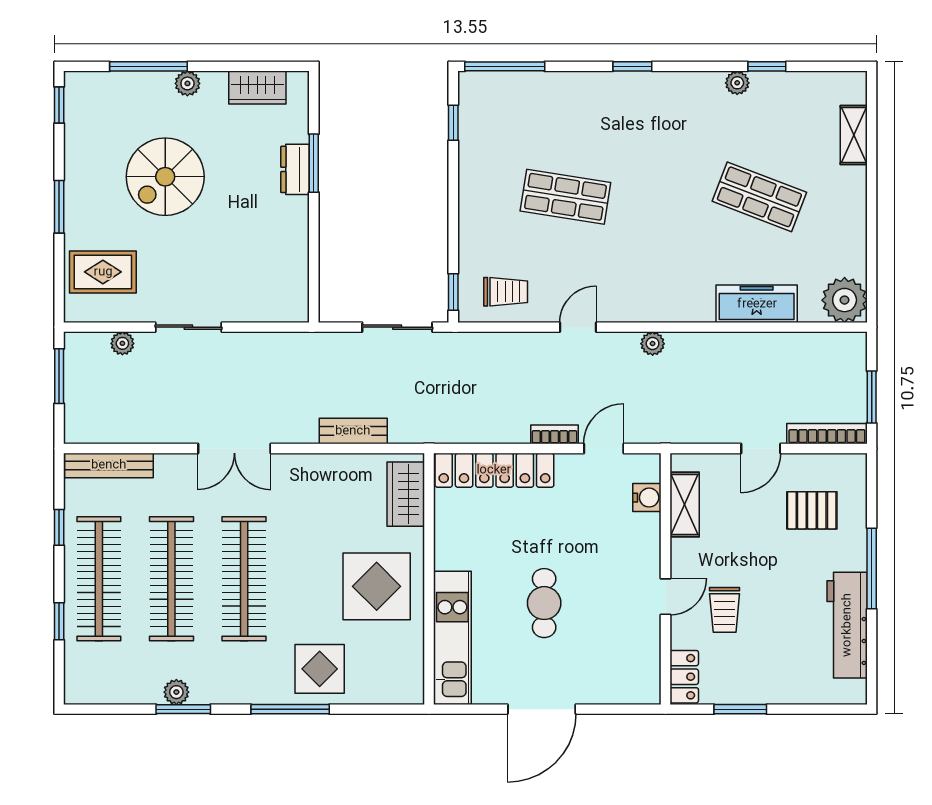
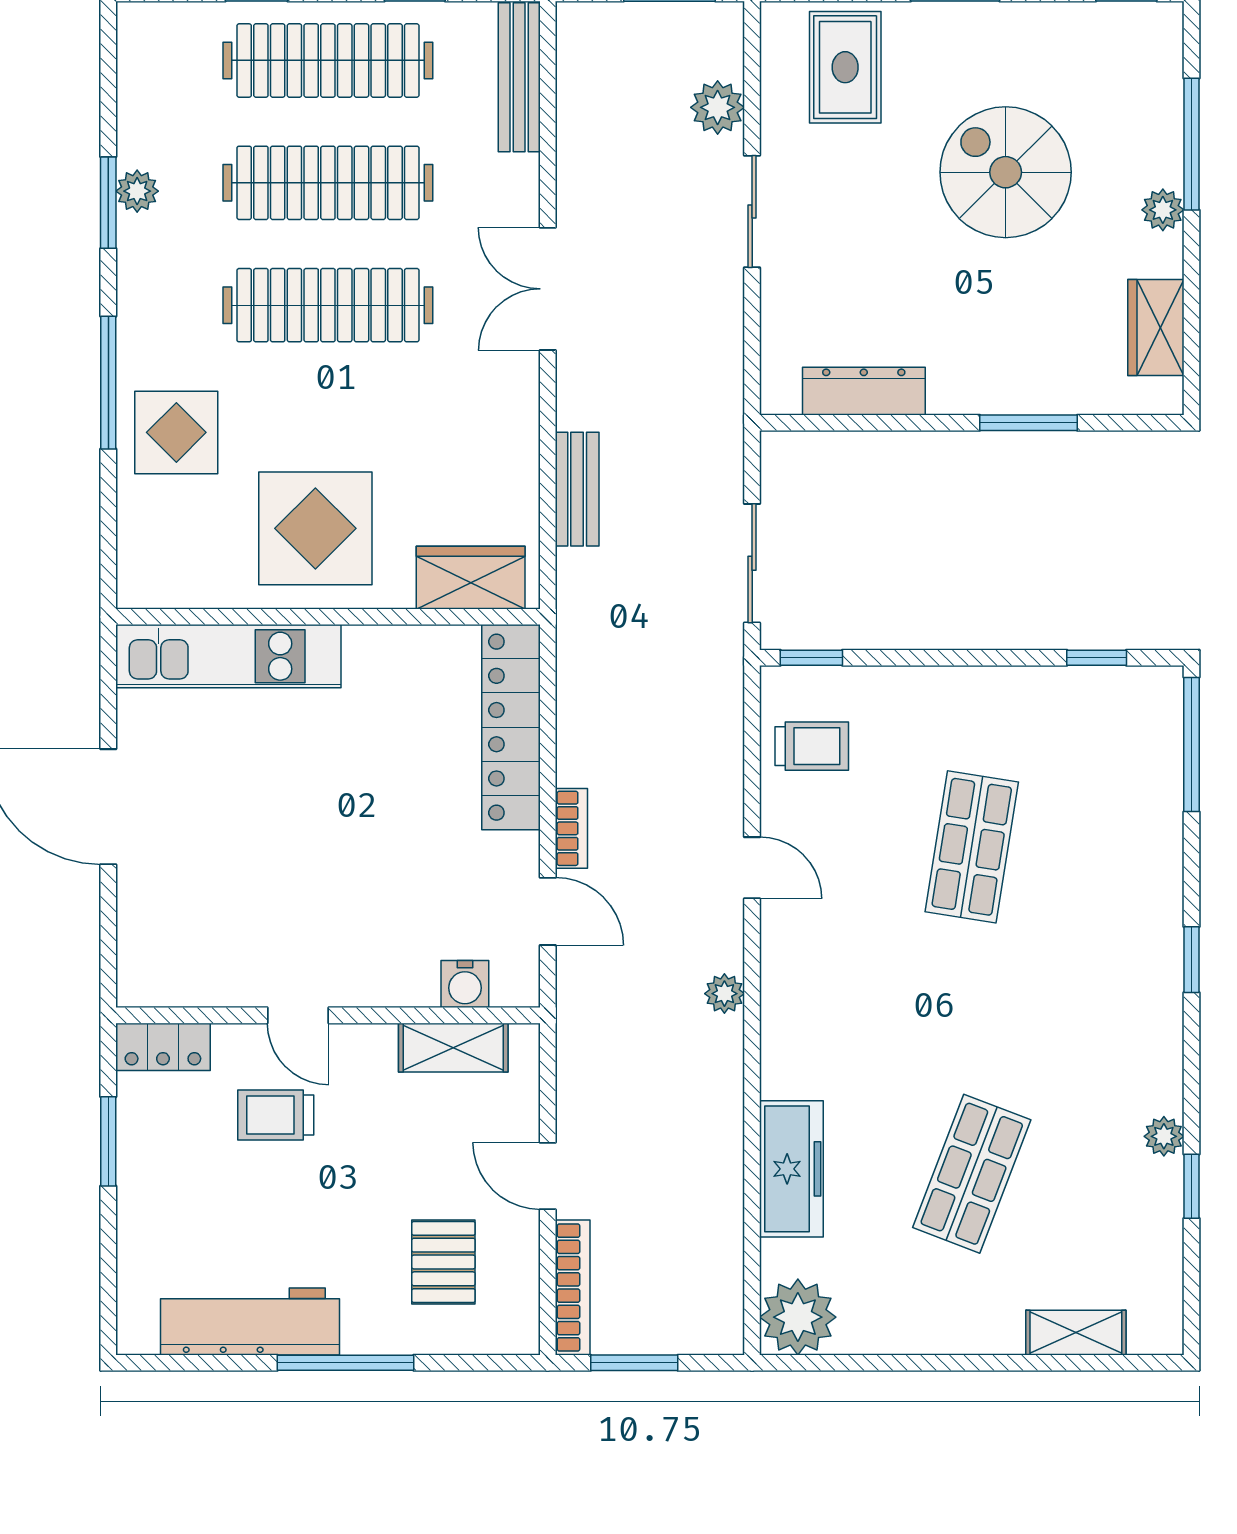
dresser: (295, 169) -> (864, 391), moved, width x1.44
trolley: (506, 292) -> (812, 746), turned -90
plant: (122, 343) -> (718, 107), width x1.38, depth x1.38
cafe table: (544, 603) -> (287, 811), removed

